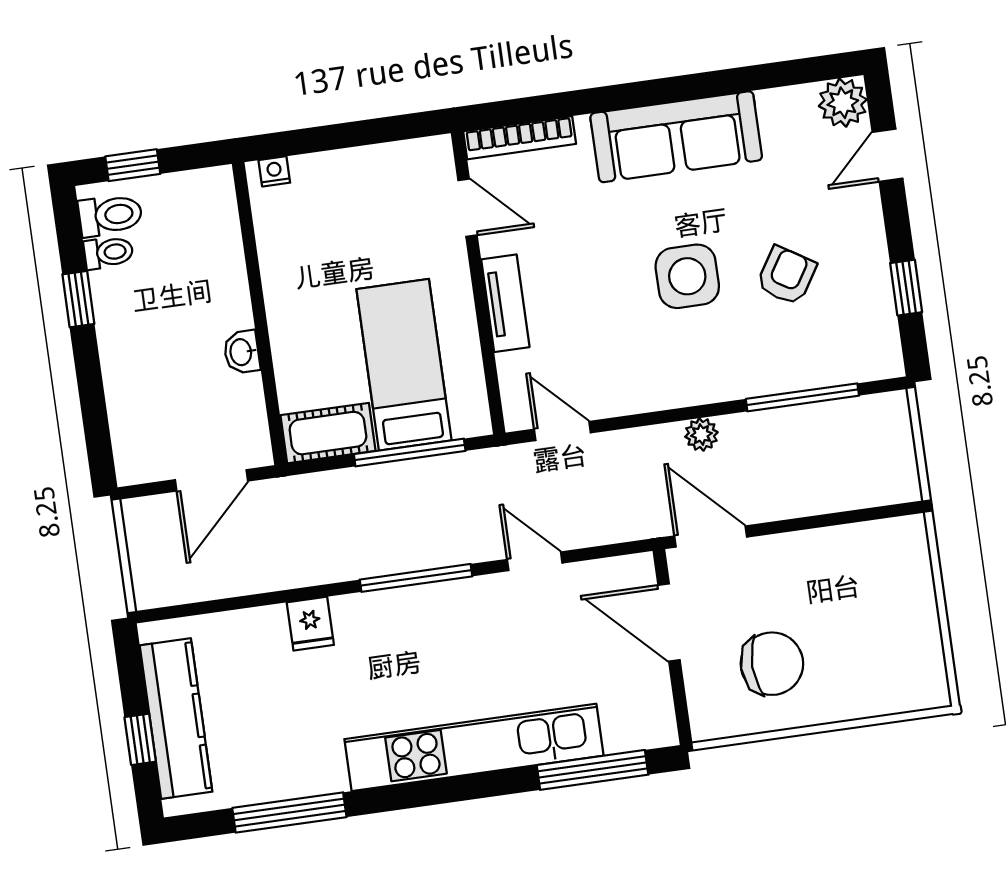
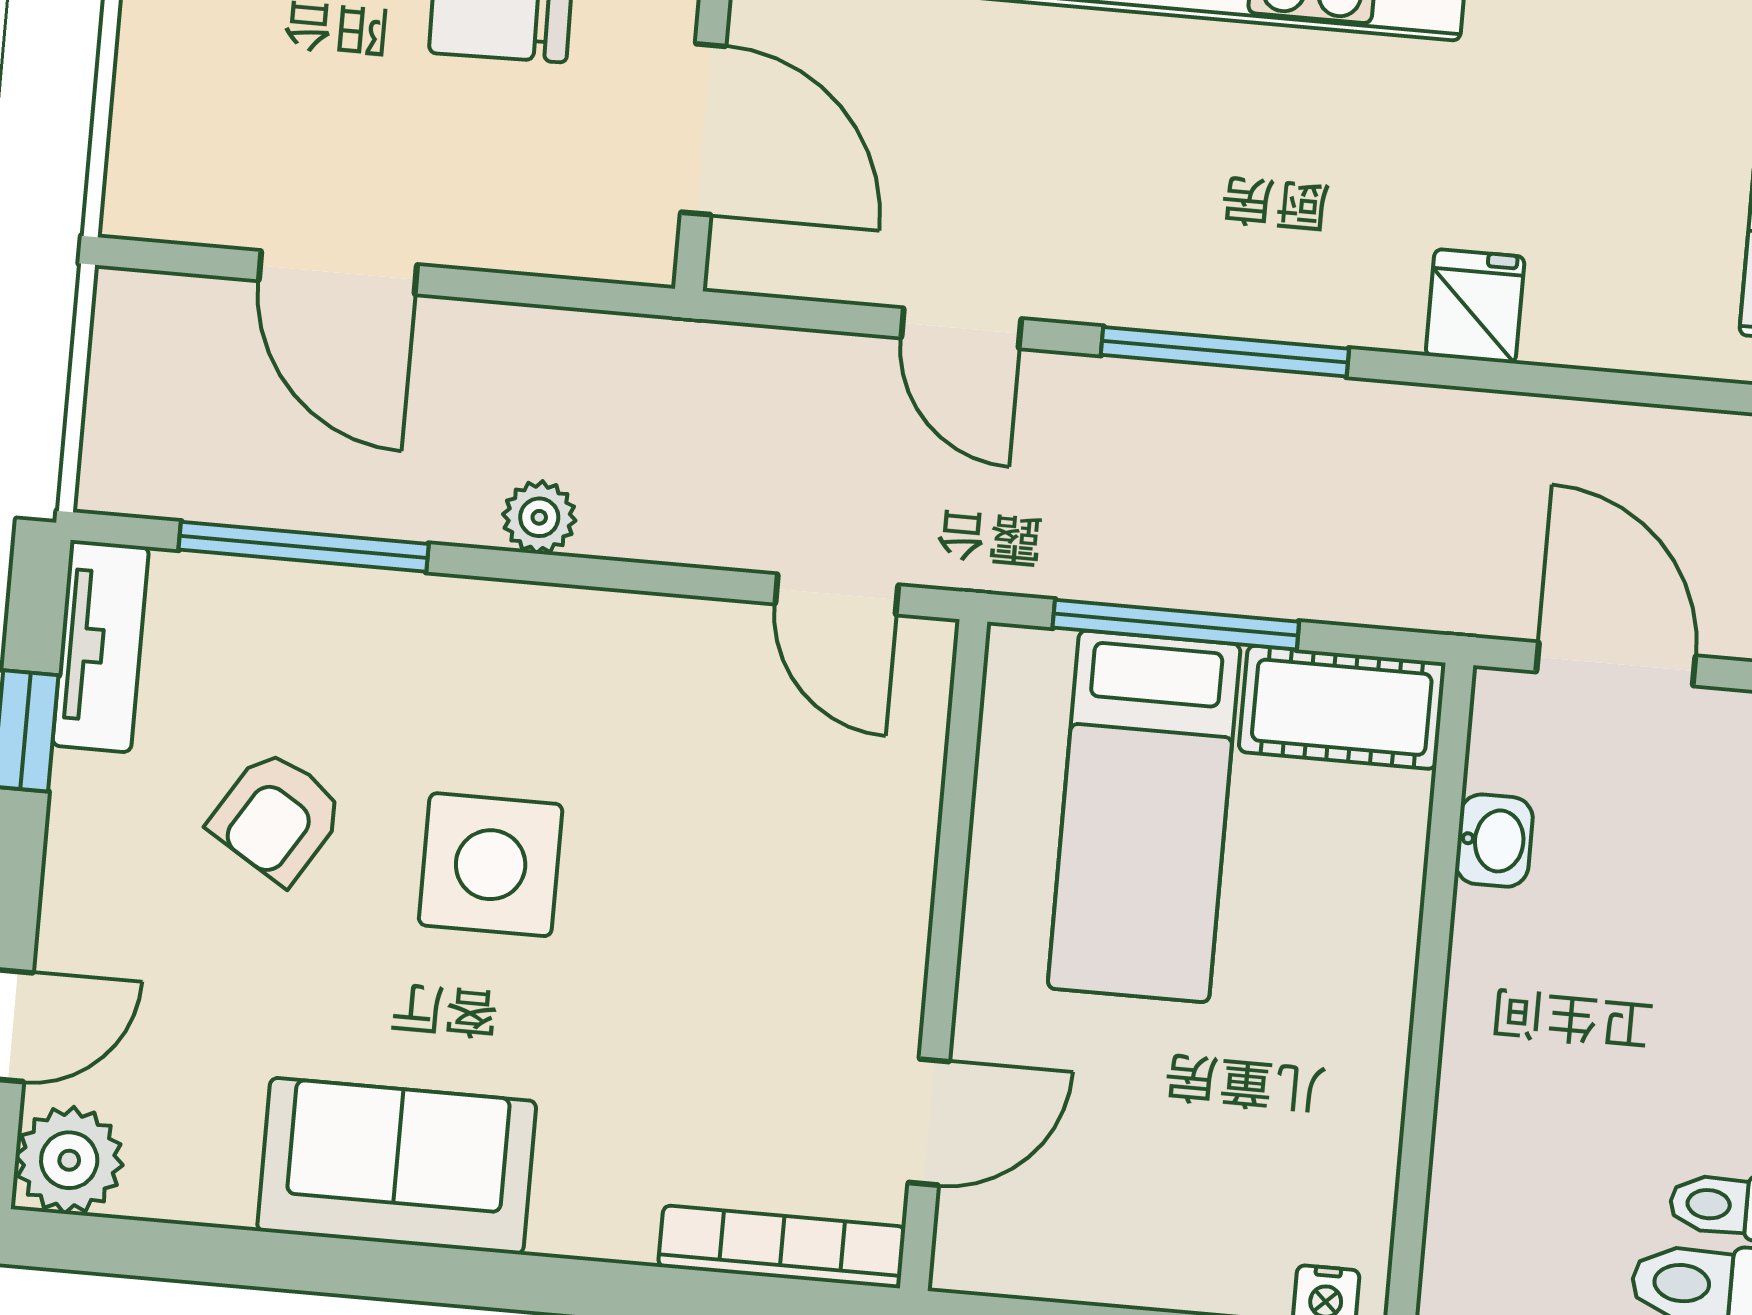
sofa: (676, 137) -> (397, 1166), width x0.73
door: (468, 208) -> (929, 1122), swing flipped
tv unit: (505, 303) -> (101, 646), moved, turned 180
washbasin: (242, 352) -> (1494, 841), moved
door: (212, 480) -> (1616, 664), hinge flipped
door: (711, 537) -> (338, 273), moved

